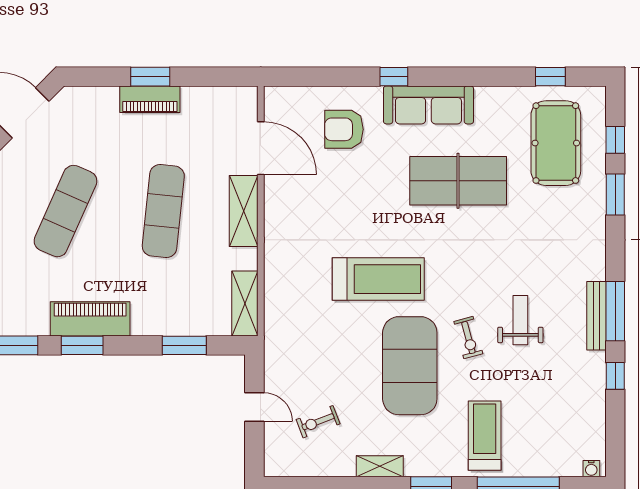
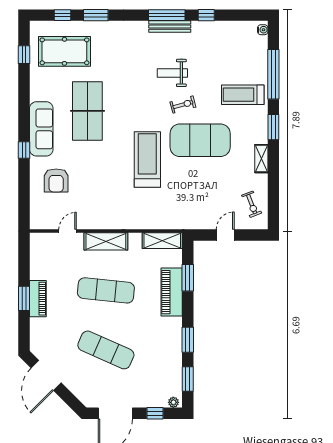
door: (261, 148) -> (68, 231), width x0.53
piano: (90, 319) -> (172, 292), moved
exercise bike: (318, 422) -> (252, 204), moved

